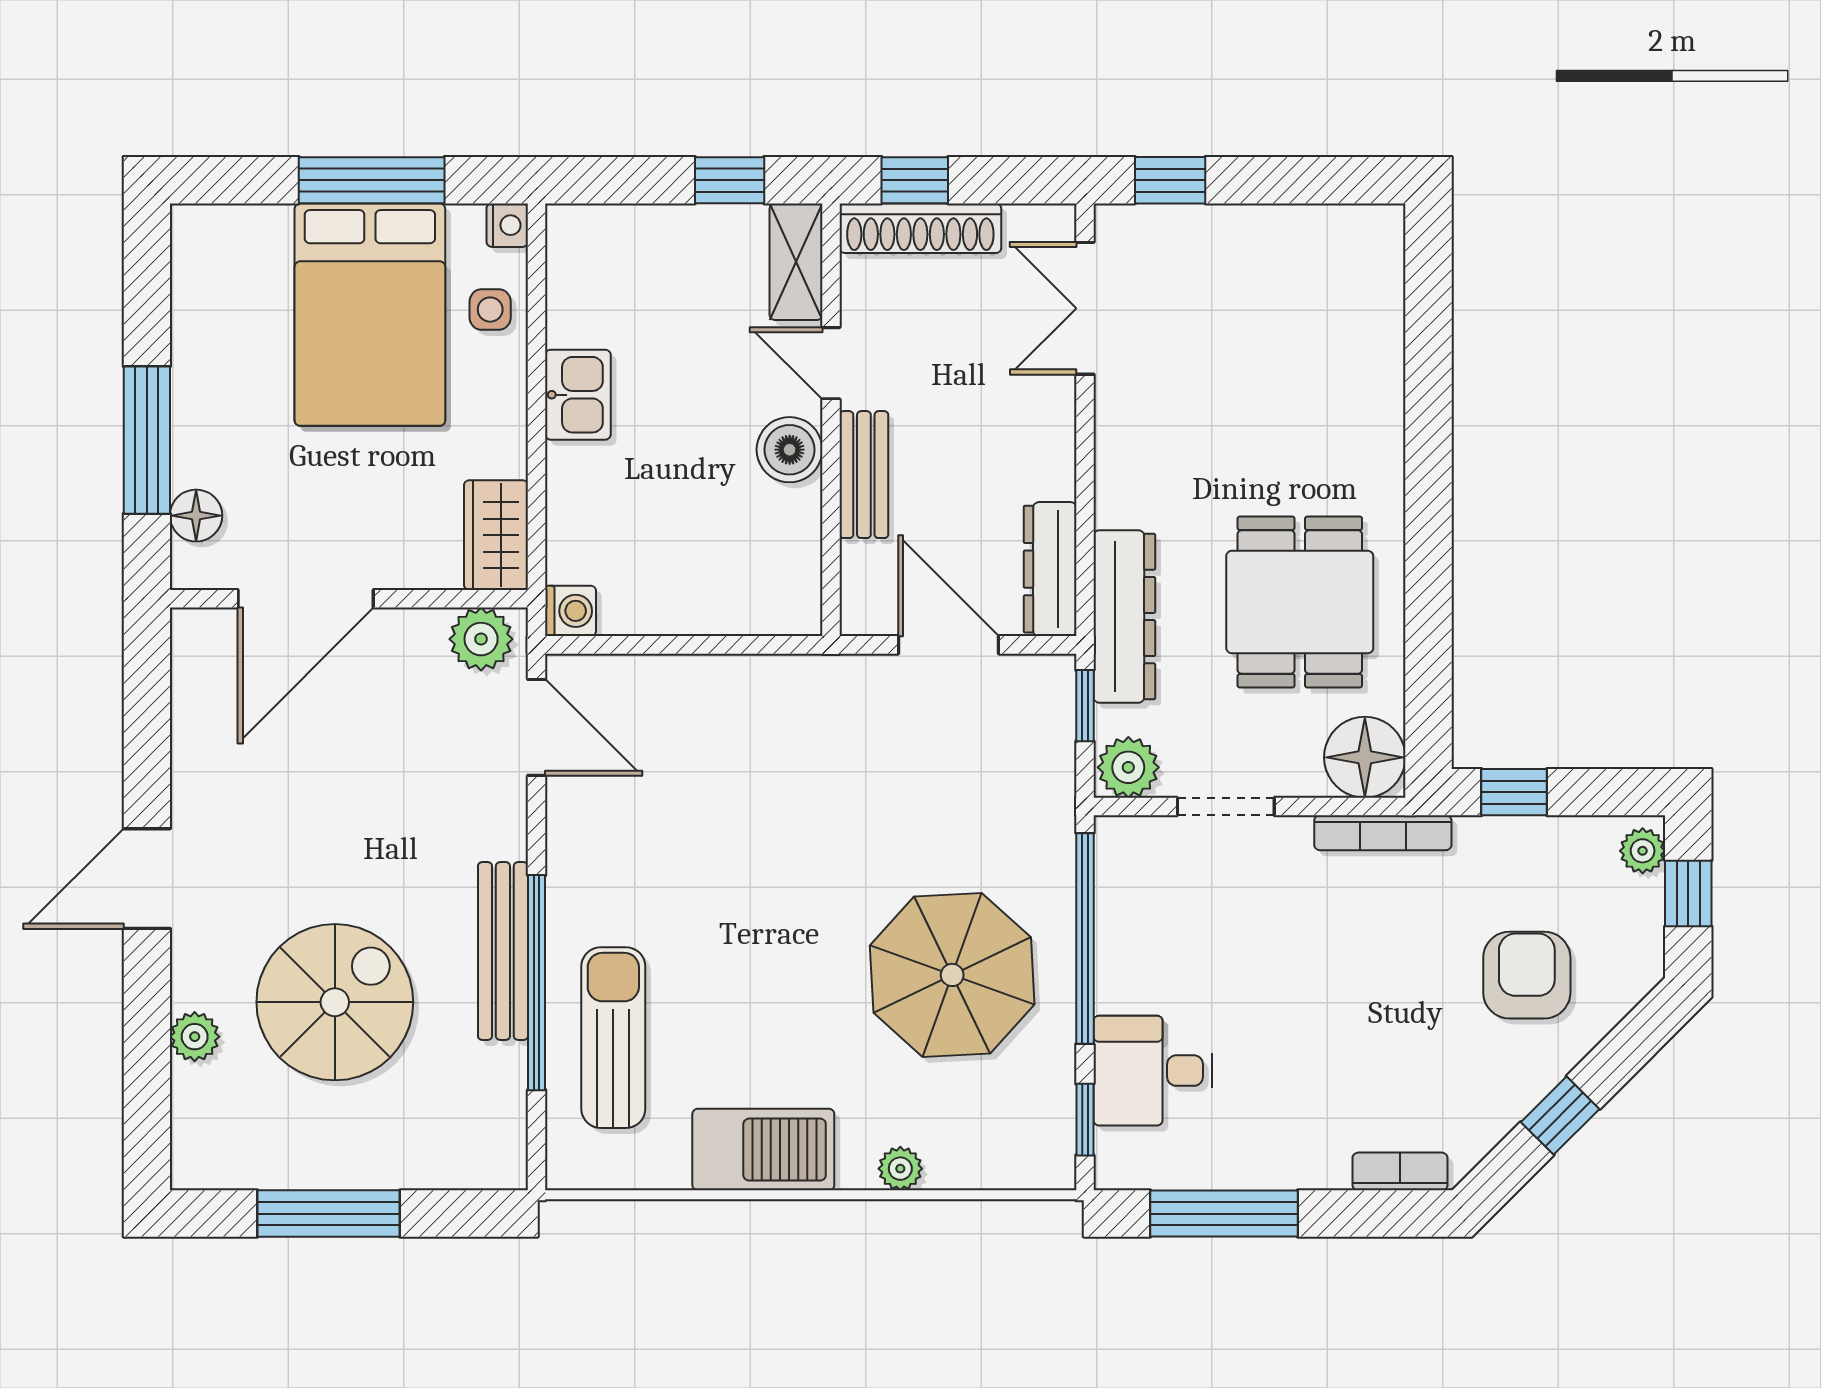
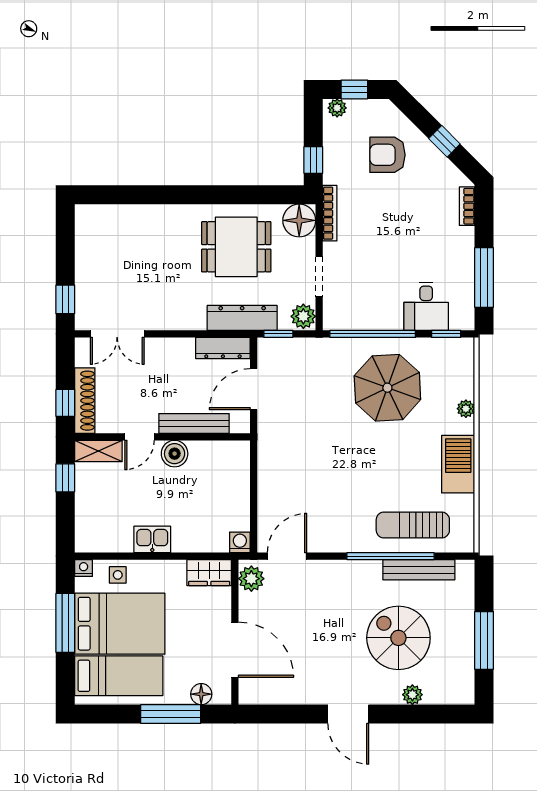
bed: (241, 312) -> (119, 676), added
bench: (864, 475) -> (194, 423), width x1.36
bench: (503, 951) -> (419, 570), moved

